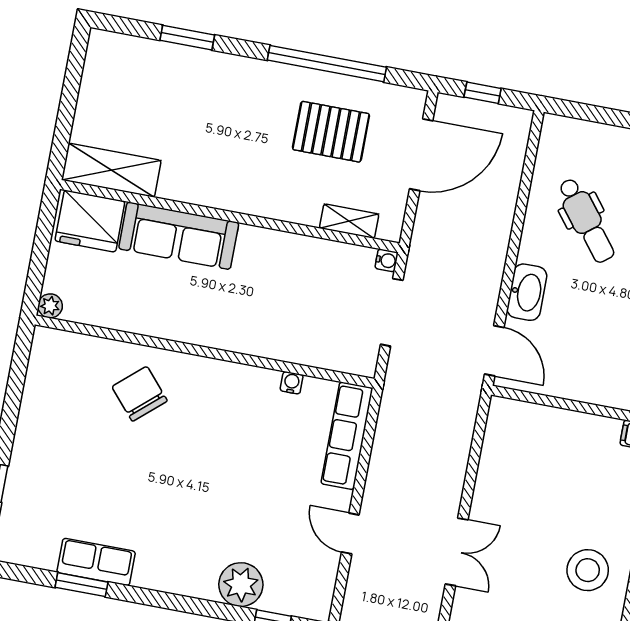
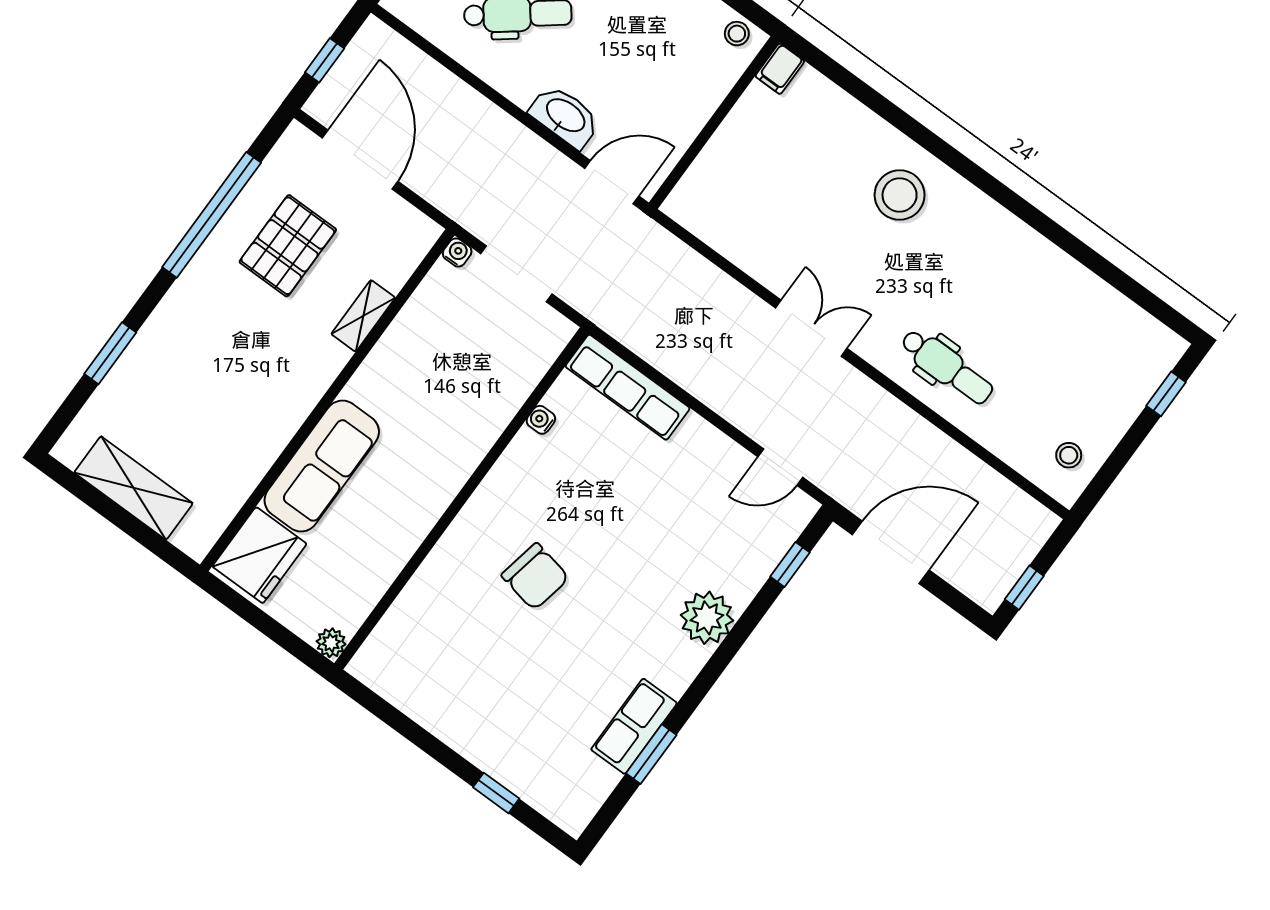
shelving: (111, 170) -> (133, 488), moved, turned 90
shelving: (349, 221) -> (363, 316), moved
chair: (140, 394) -> (535, 577), moved, turned -128
door: (350, 533) -> (780, 467), moved
plant: (241, 585) -> (707, 618), moved

